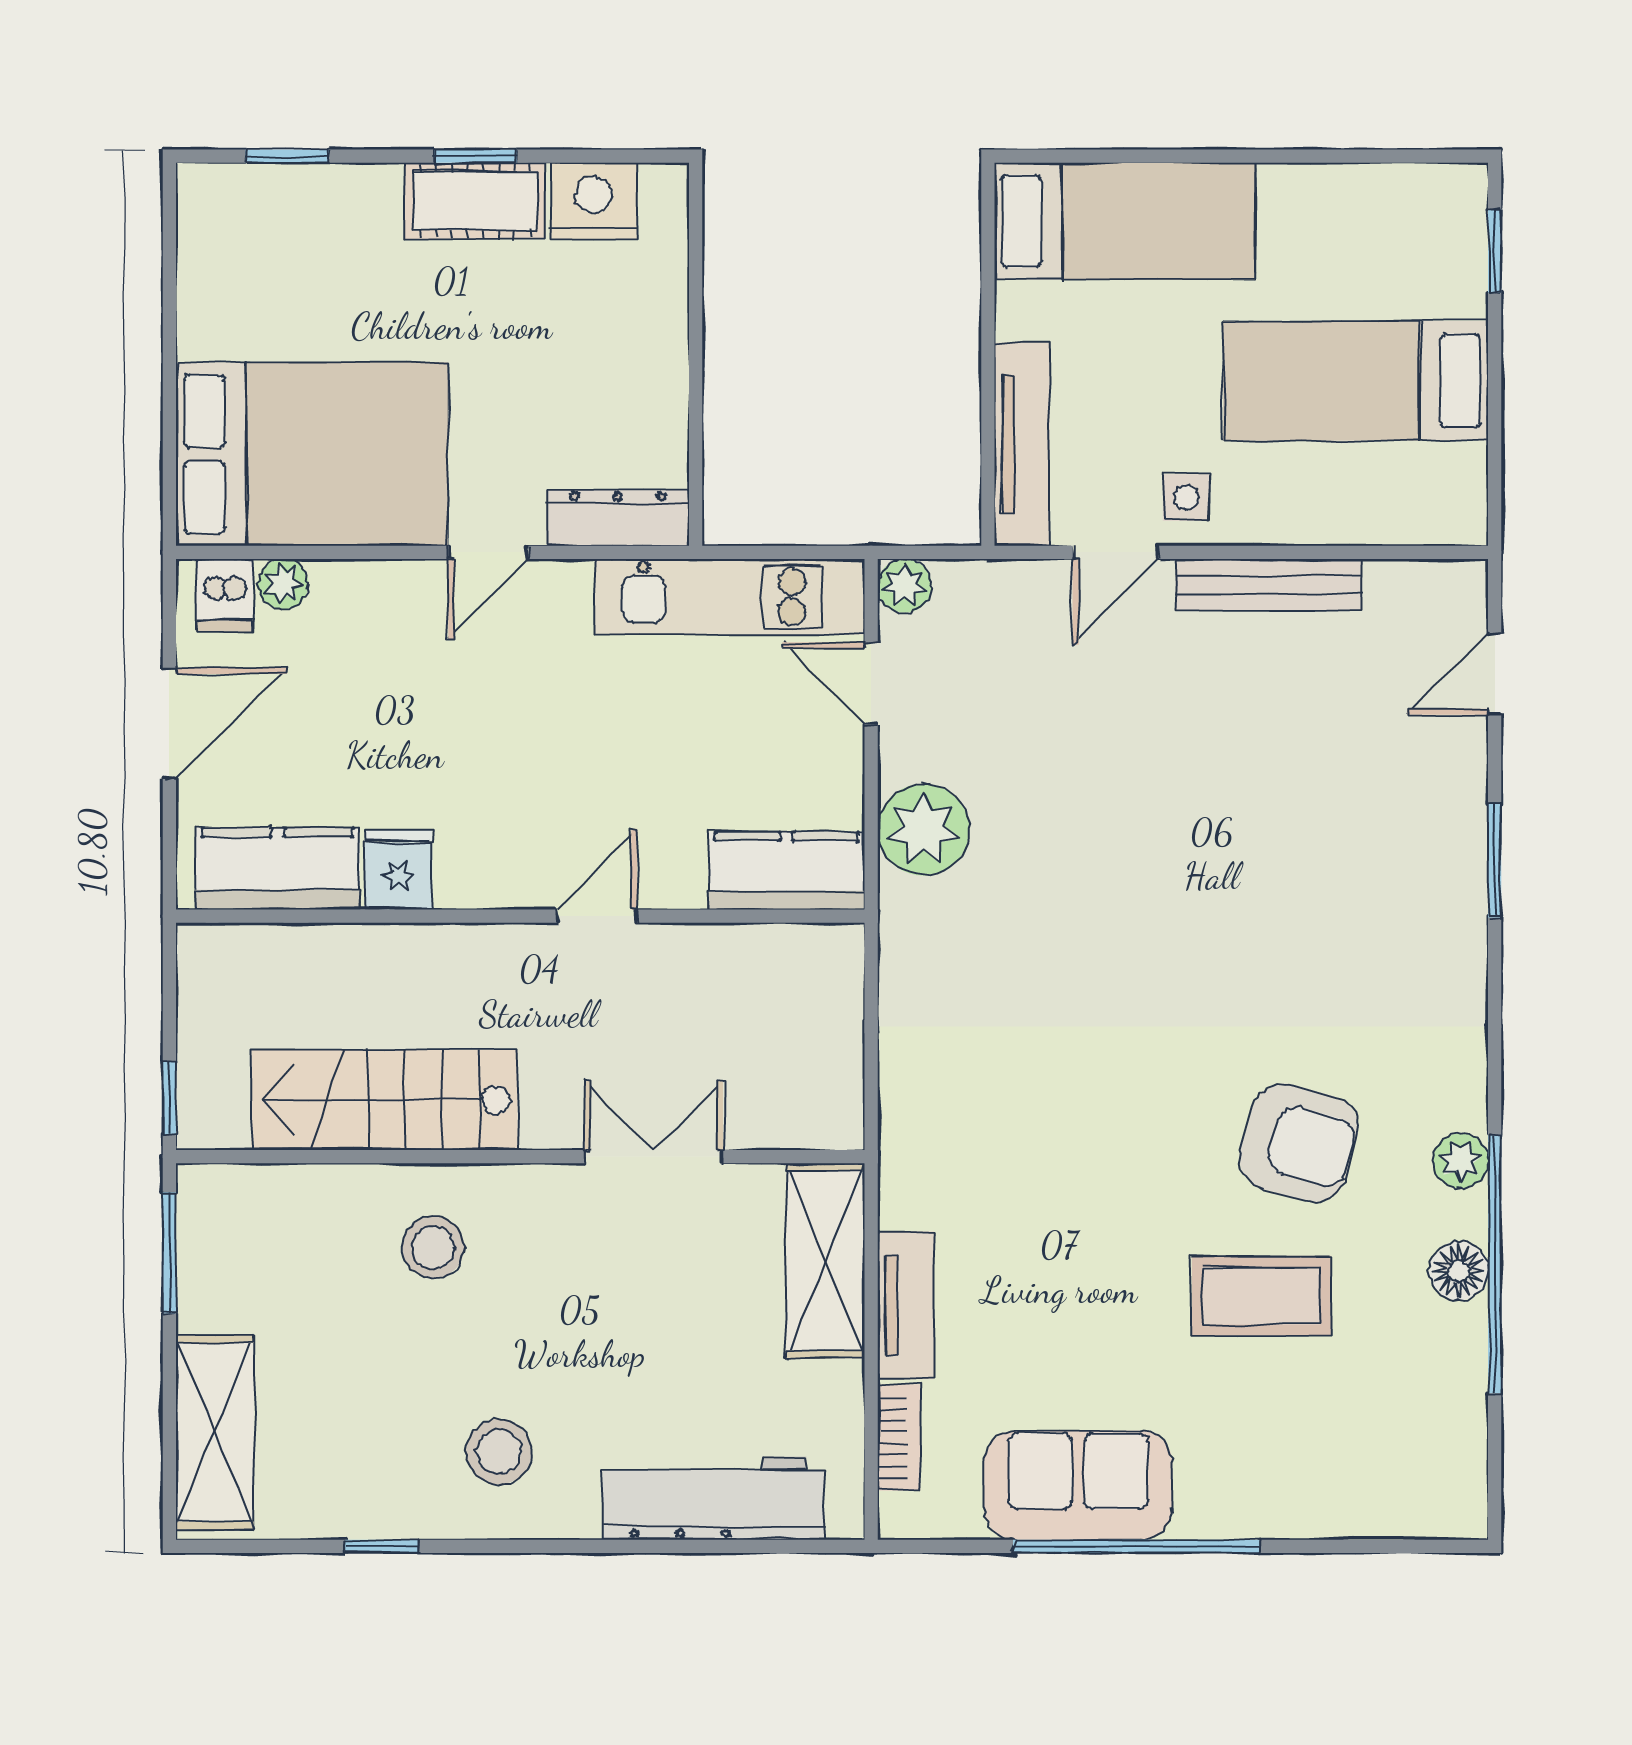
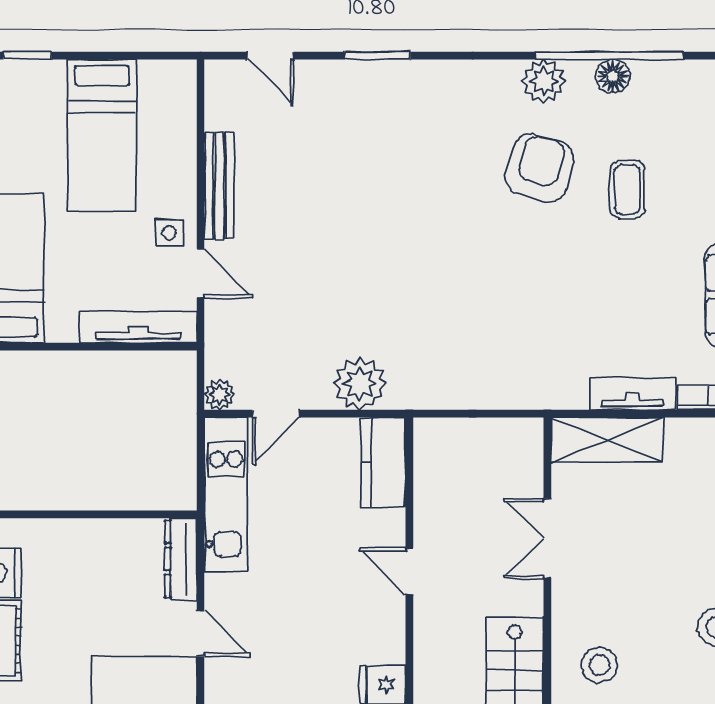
plant: (1461, 1161) -> (544, 81), width x1.38, depth x1.38
coffee table: (1262, 1296) -> (627, 190), width x0.73, depth x0.77

